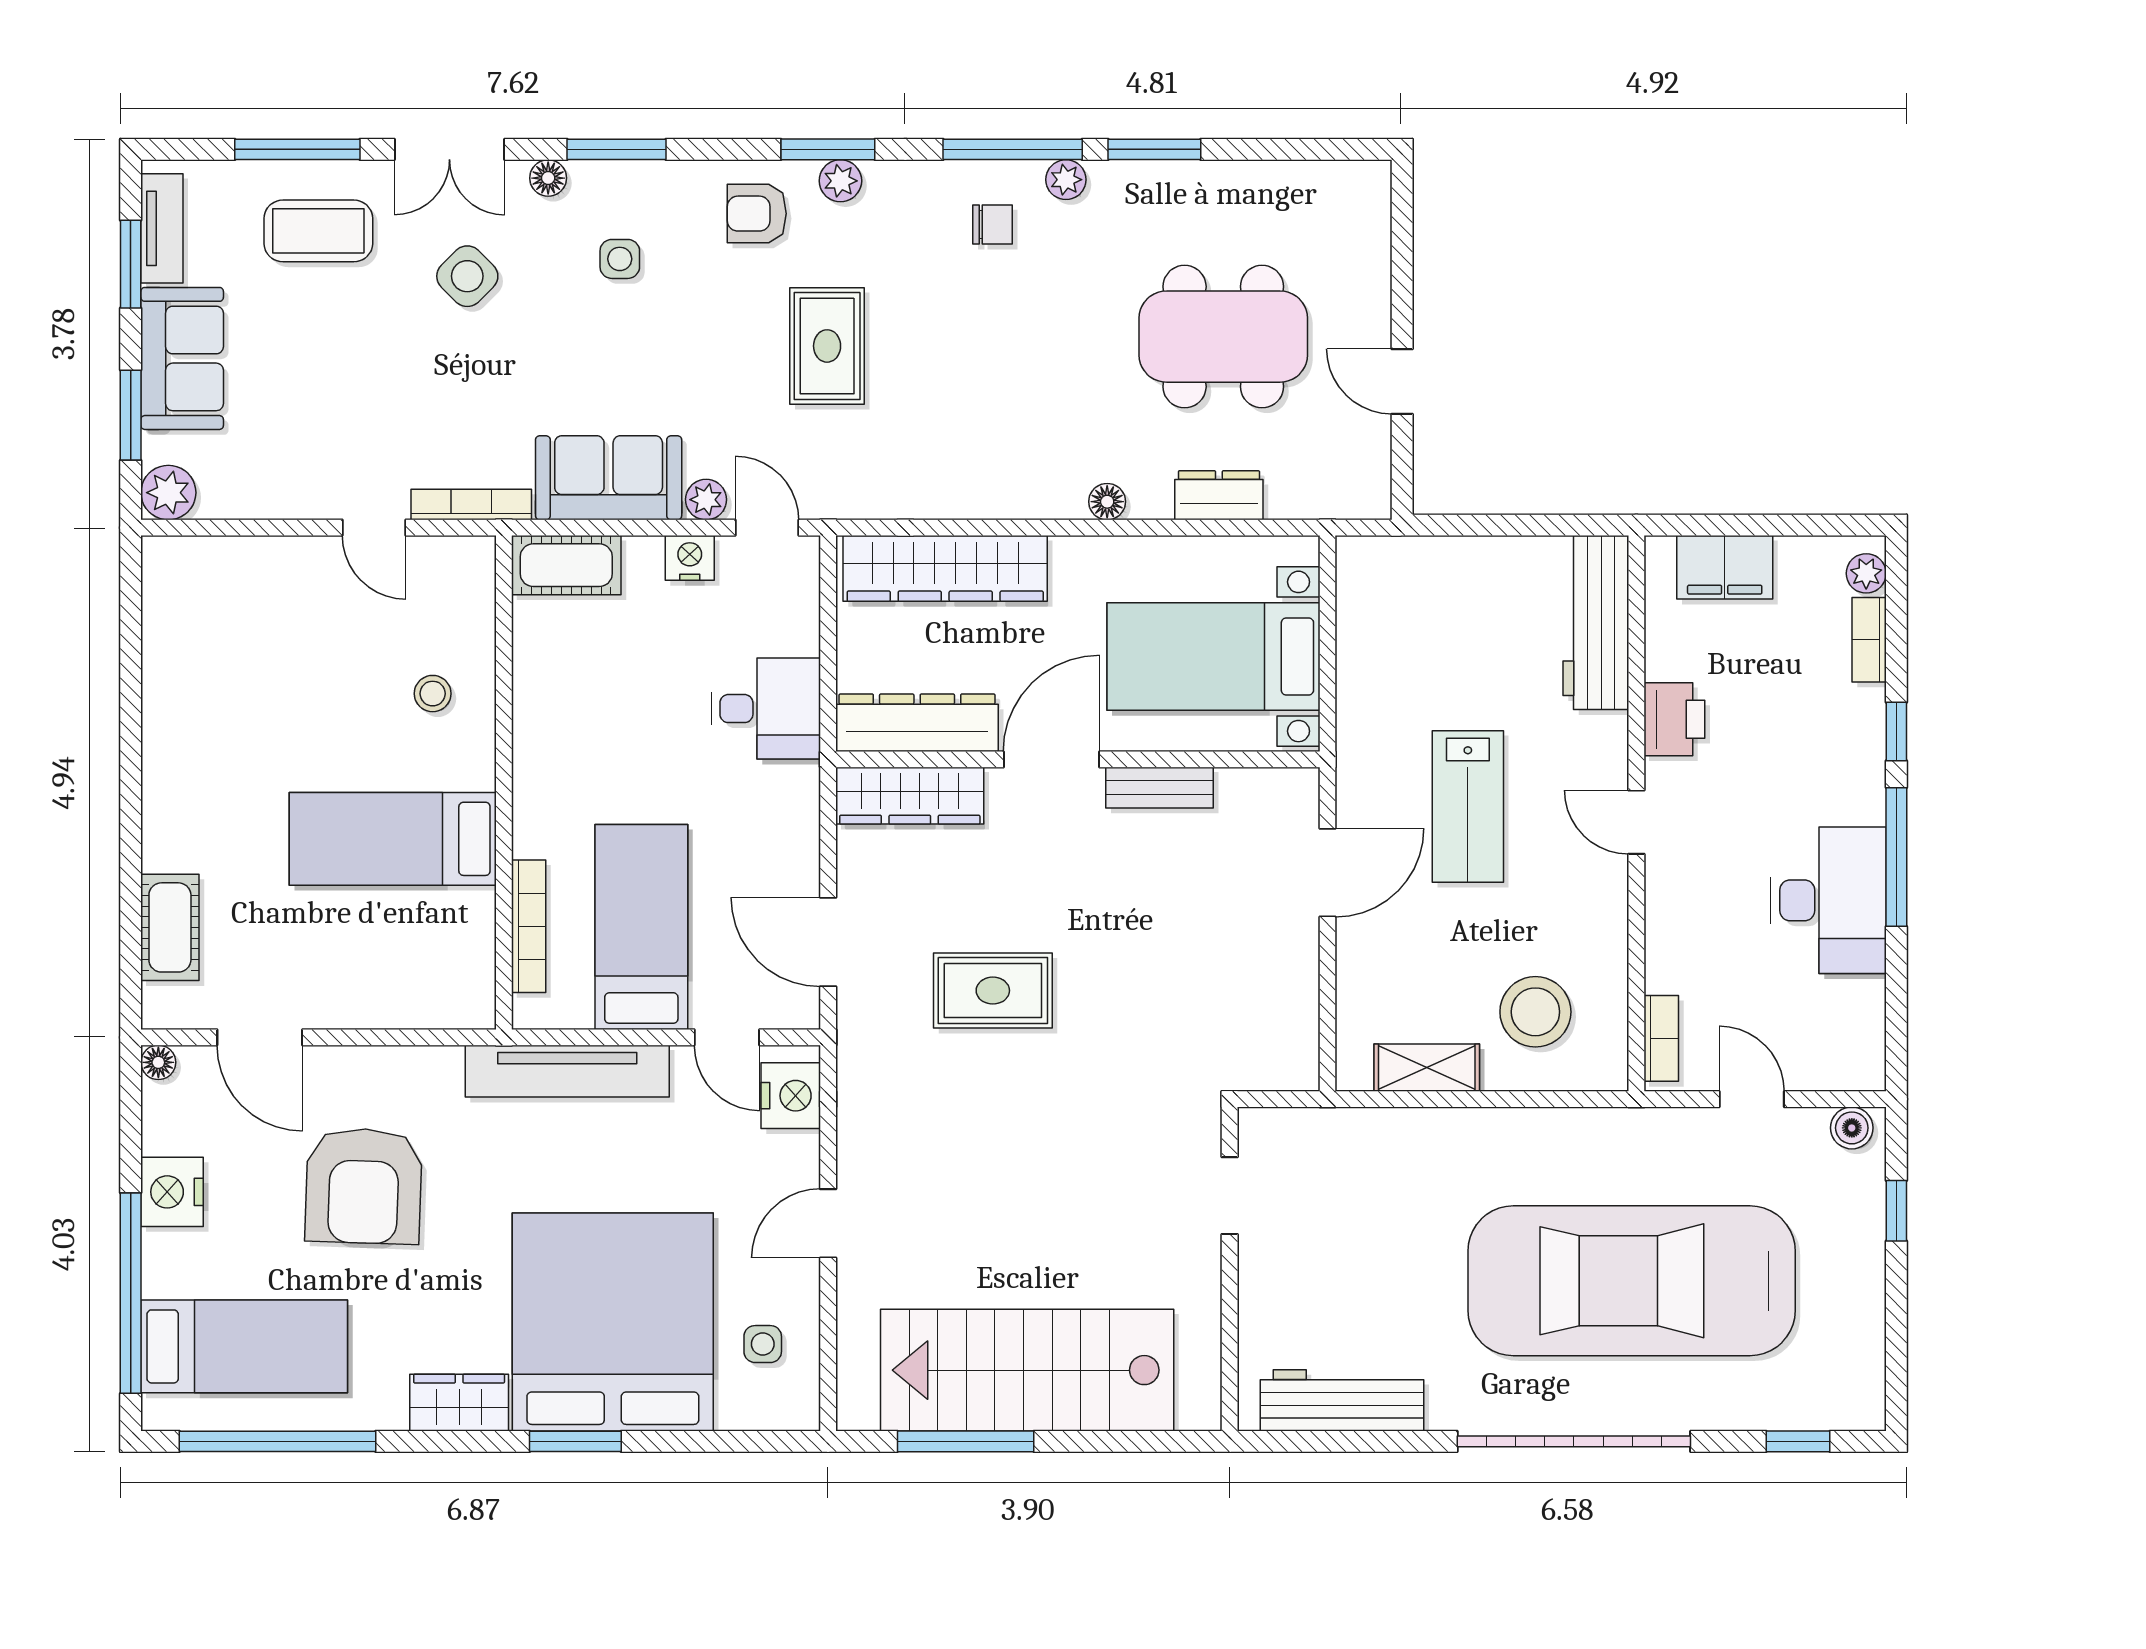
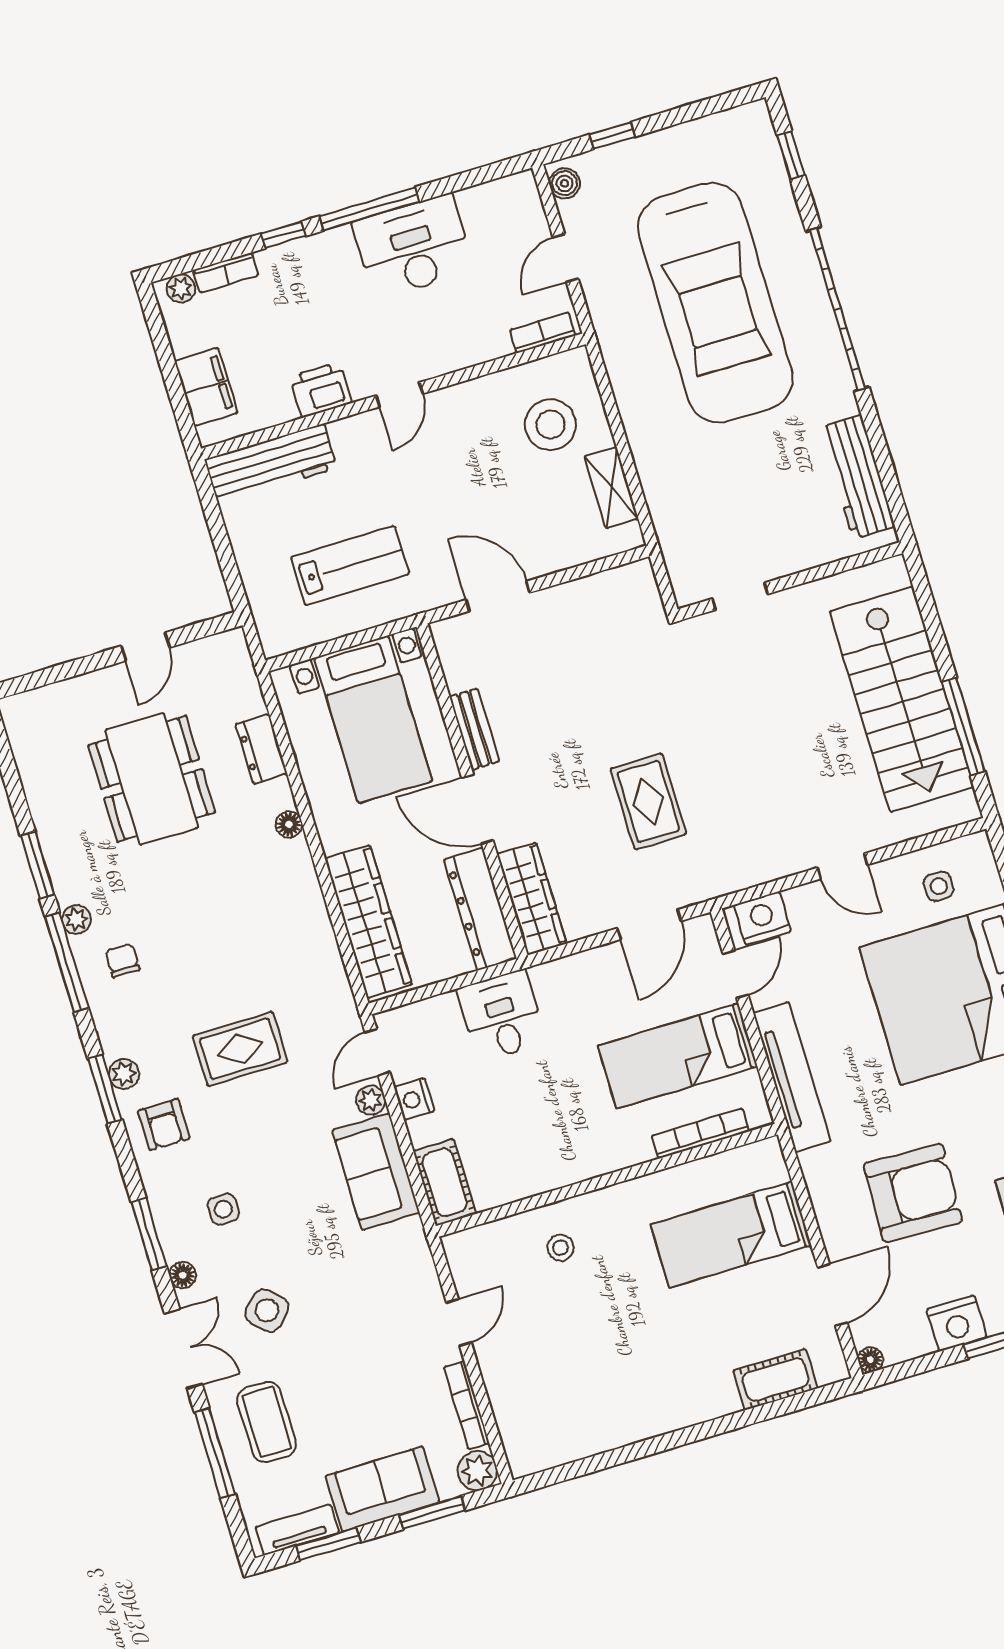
bookcase: (471, 505) -> (467, 1405), moved
lab bench: (1468, 806) -> (350, 566), moved
bed: (393, 839) -> (731, 1235), moved, turned 90

